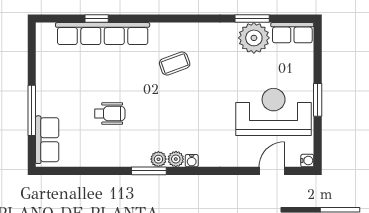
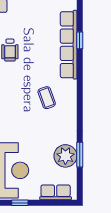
row of seats: (292, 33) -> (56, 192), moved, turned 90
window: (318, 100) -> (20, 203), width x0.67

